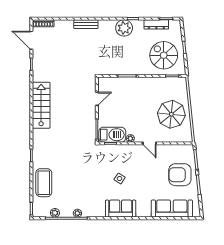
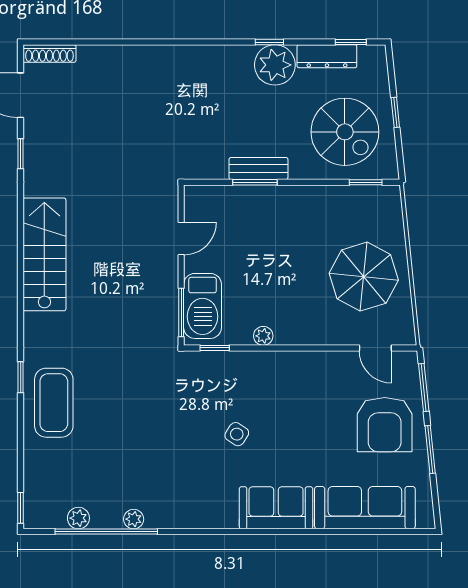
bench: (86, 24) -> (258, 169), moved
plant: (124, 28) -> (275, 65), moved
spiral stairs: (164, 55) -> (345, 132), turned 180
barbecue: (112, 135) -> (203, 306), moved, turned 90
door: (149, 143) -> (375, 348), moved
armchair: (180, 175) -> (385, 425), turned -90
coffee table: (44, 183) -> (54, 403), moved
sofa: (121, 209) -> (276, 508), moved

